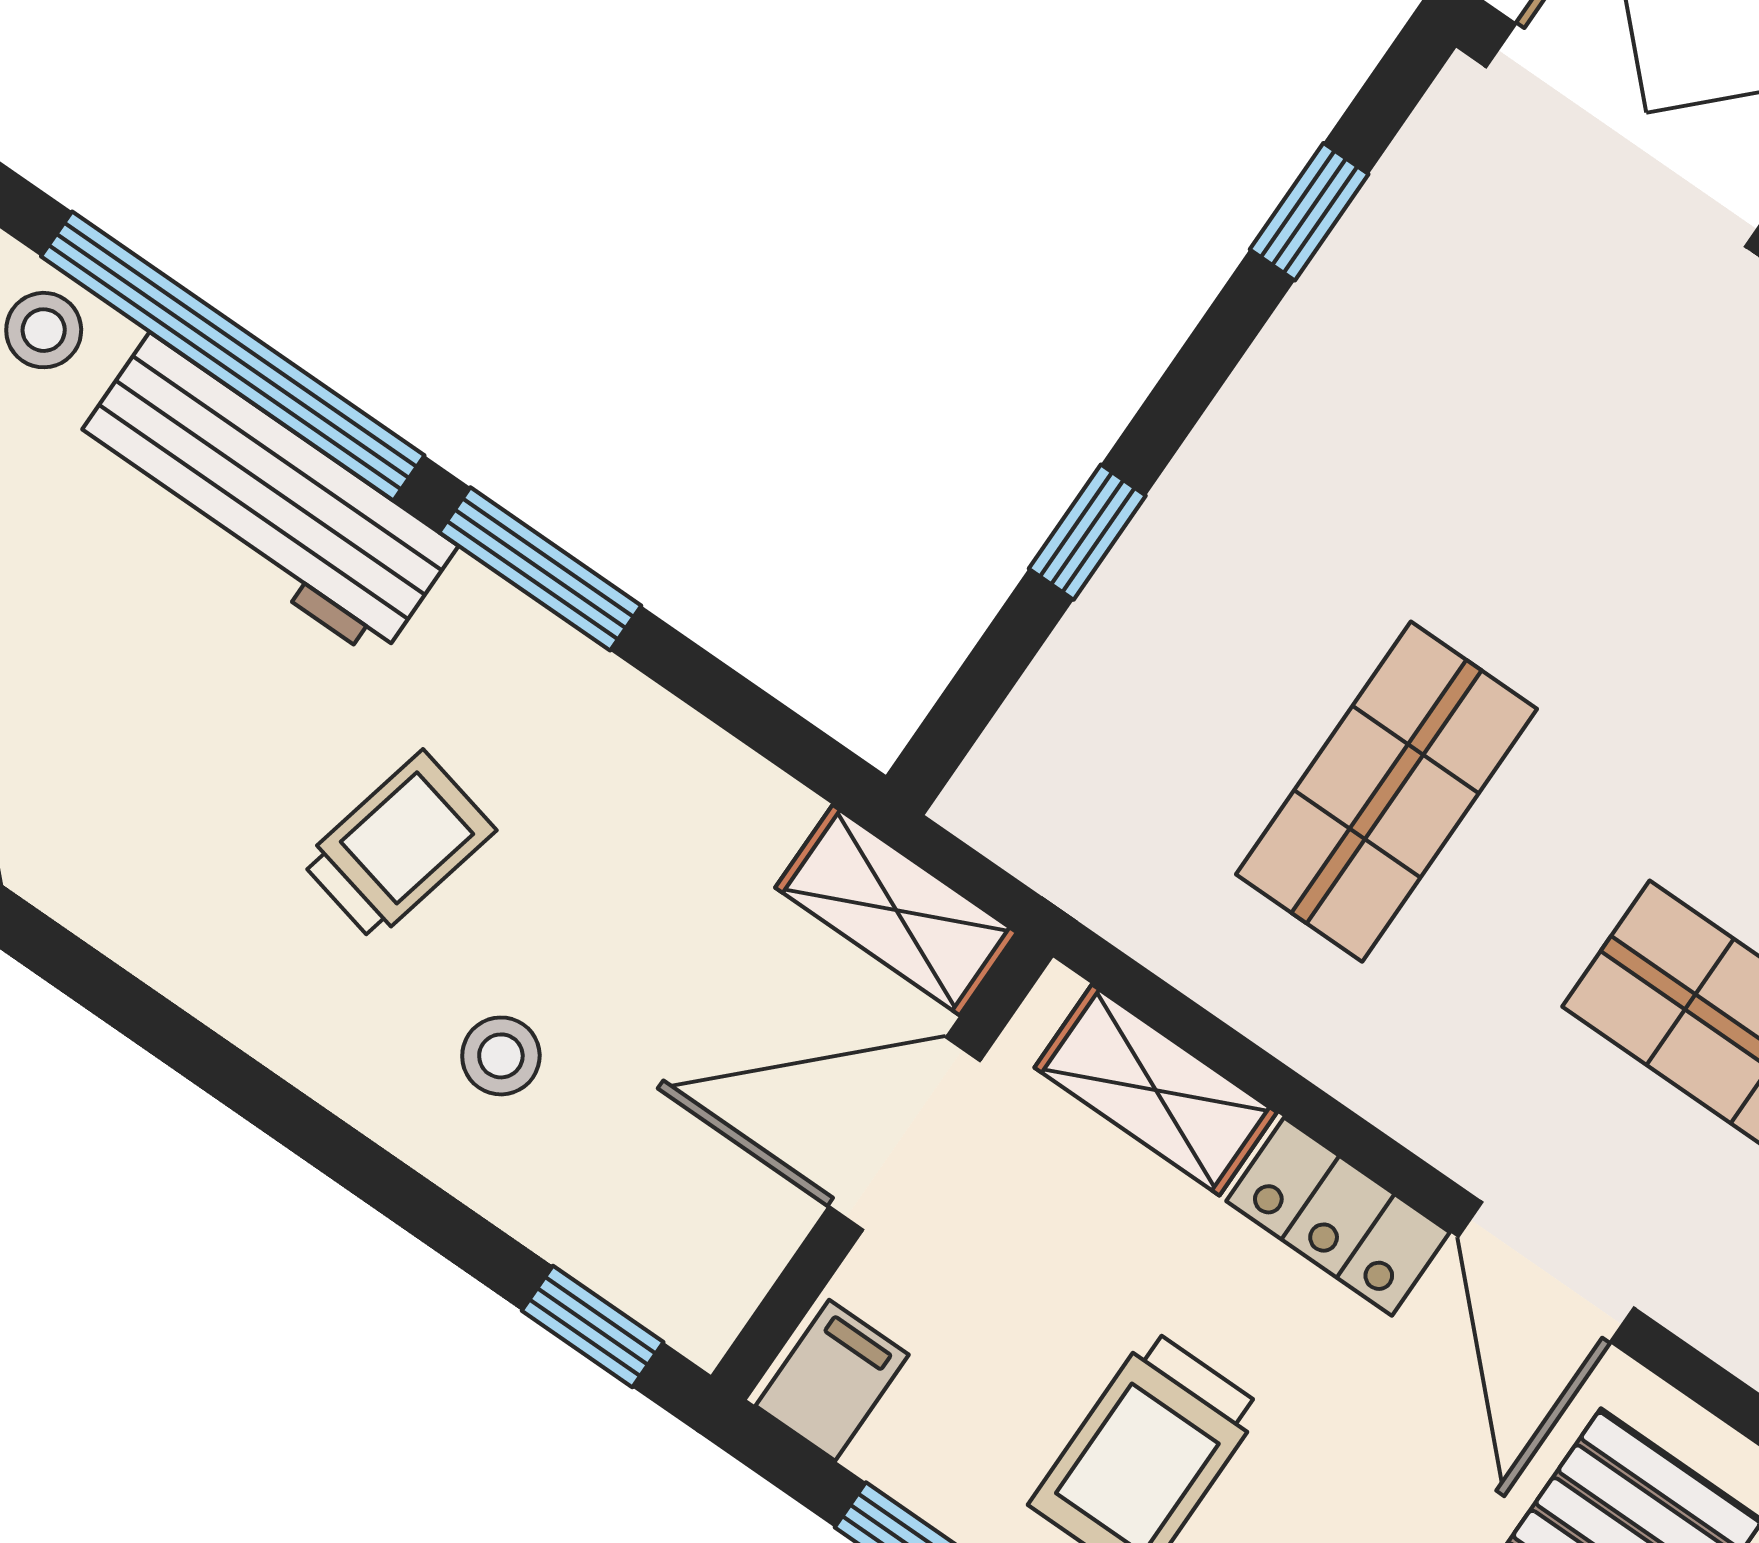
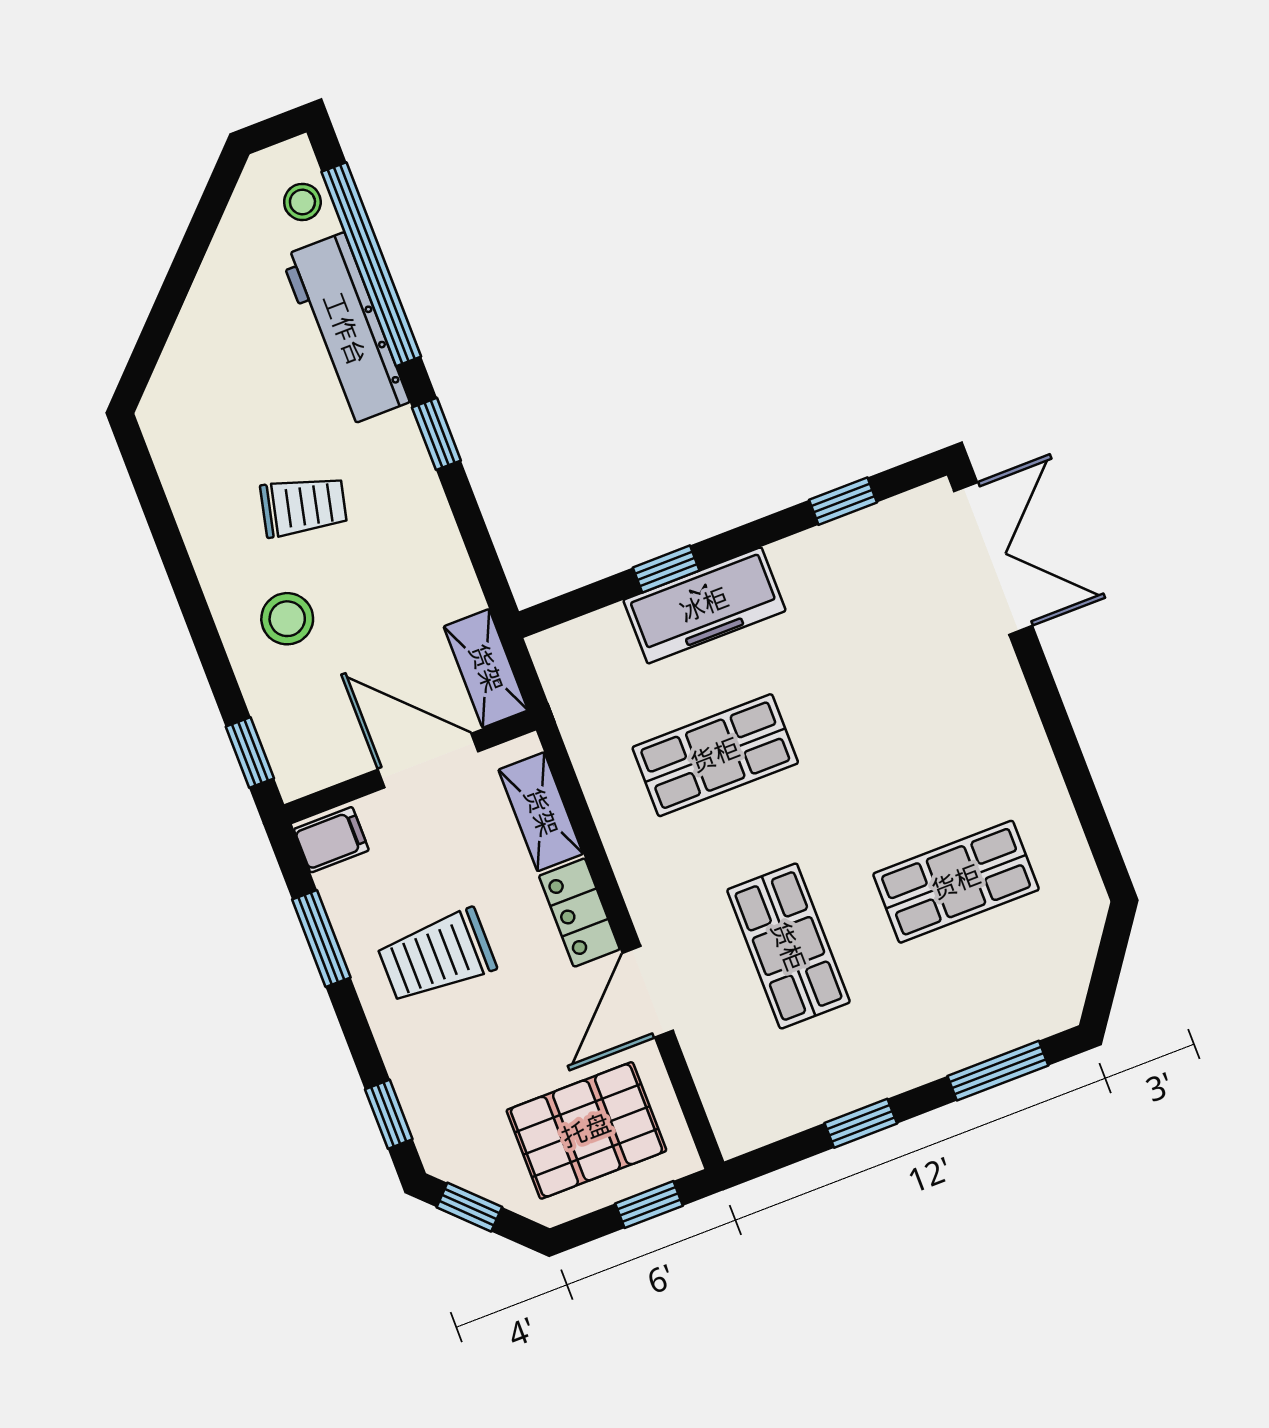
freezer: (1195, 550) -> (704, 605), added
window: (540, 569) -> (436, 434), width x0.67
stool: (501, 1056) -> (287, 619), width x1.37, depth x1.37

